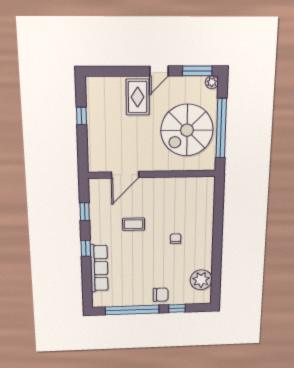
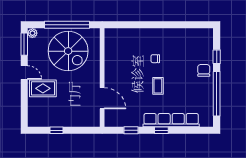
coffee table: (134, 224) -> (158, 86), moved
row of seats: (99, 268) -> (171, 120), width x1.36
plant: (201, 280) -> (192, 37), removed

